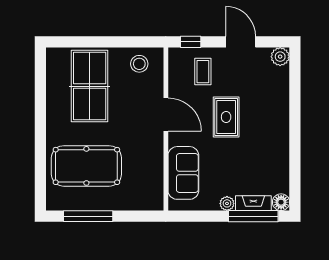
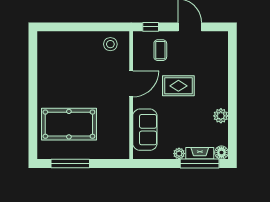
plant: (280, 57) -> (221, 116), moved
table tennis table: (90, 86) -> (71, 62), removed
door: (166, 115) -> (131, 84), hinge flipped
rug: (226, 117) -> (178, 86), turned 90

